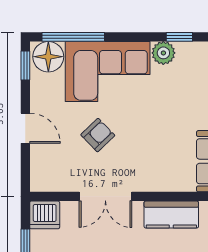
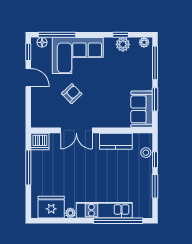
plant: (163, 53) -> (123, 44), moved
floor lamp: (48, 57) -> (42, 42), width x0.53, depth x0.53
door: (25, 128) -> (28, 78), moved

